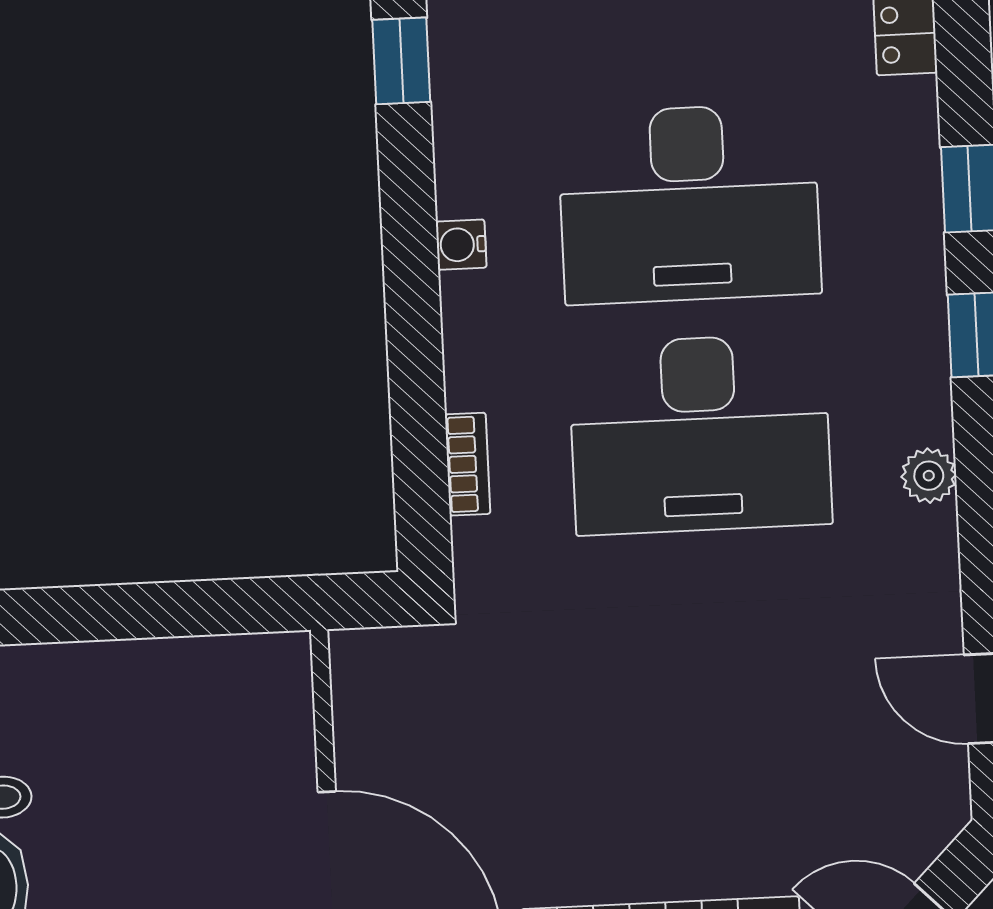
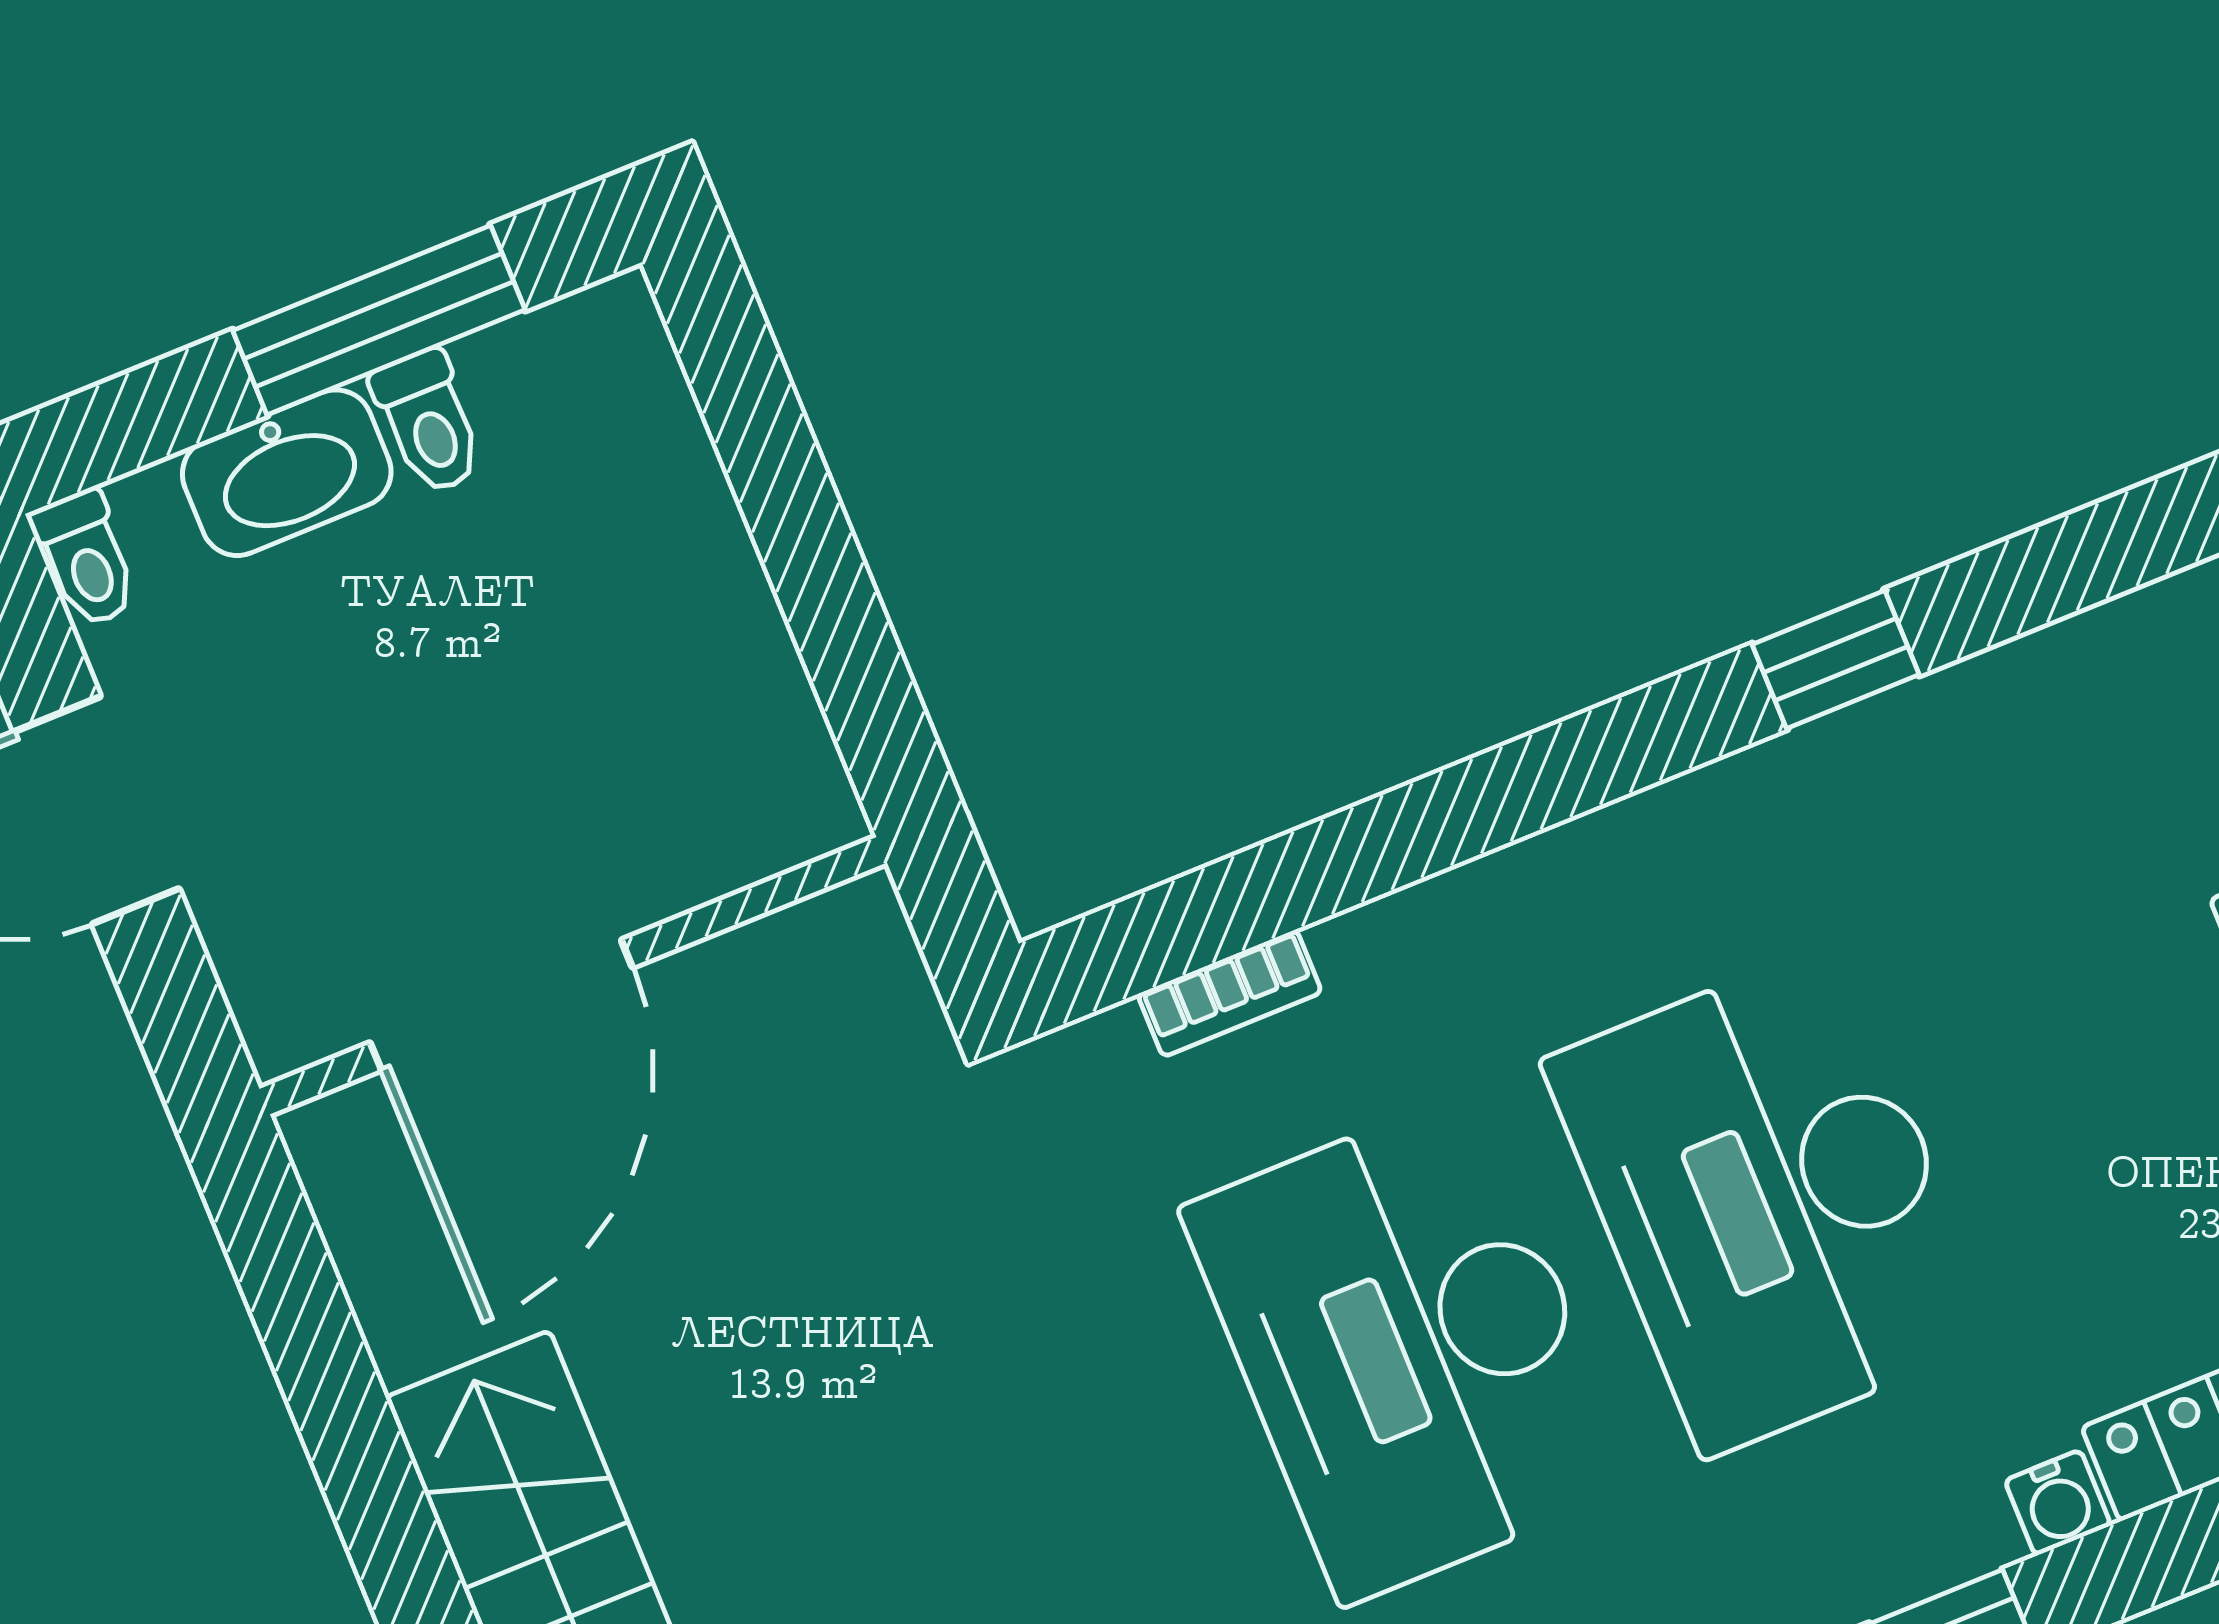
water cooler: (461, 245) -> (2058, 1503), moved, turned 180

